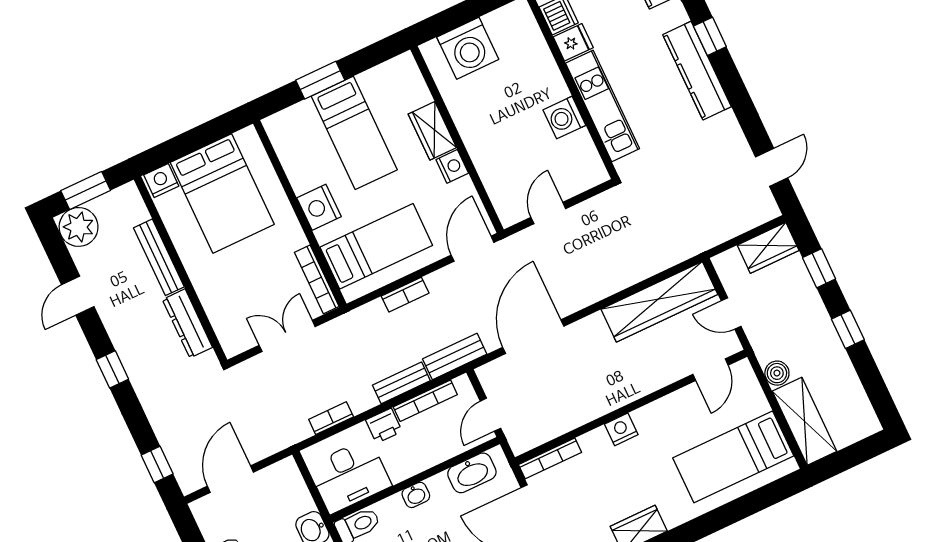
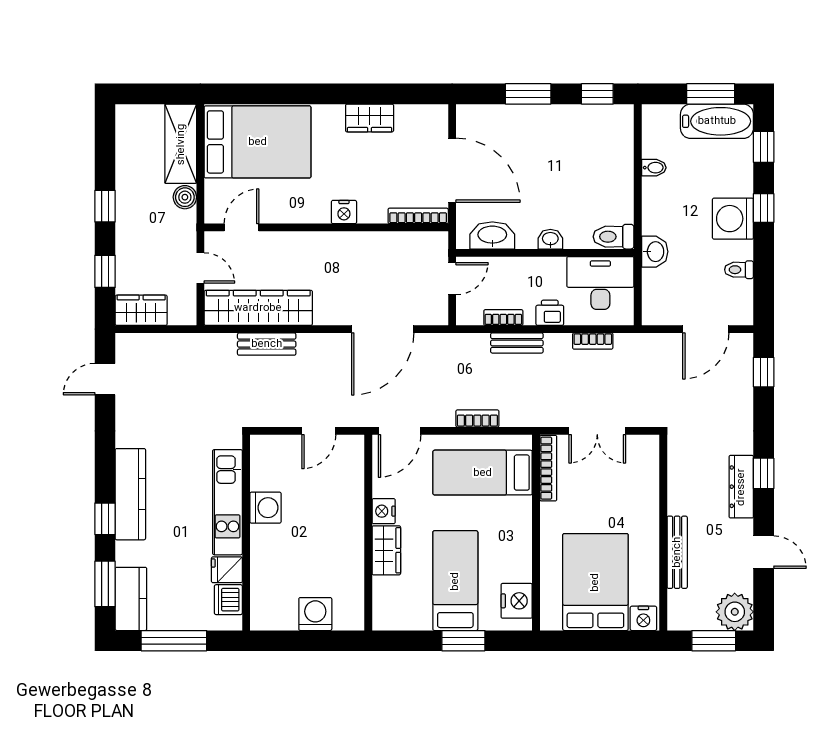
washing machine: (468, 48) -> (315, 614), width x0.73, depth x0.73
nightstand: (319, 207) -> (517, 601), moved
door: (78, 296) -> (764, 552), hinge flipped
dresser: (187, 323) -> (741, 487), moved, turned 180
bench: (455, 356) -> (267, 344), moved
bookcase: (425, 401) -> (503, 318), width x0.64
bed: (733, 457) -> (258, 142), width x1.50

